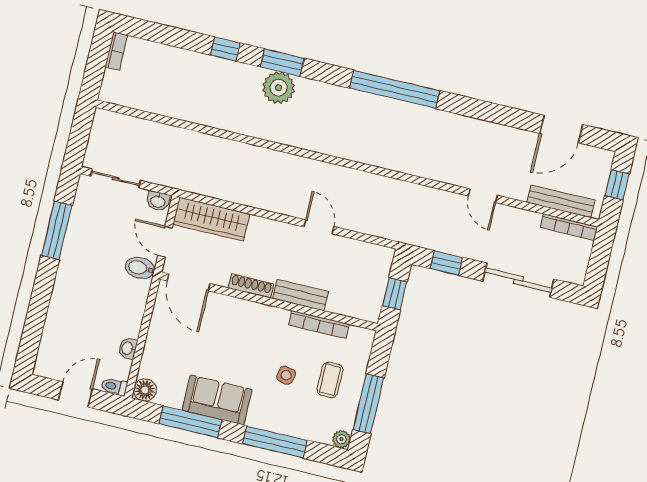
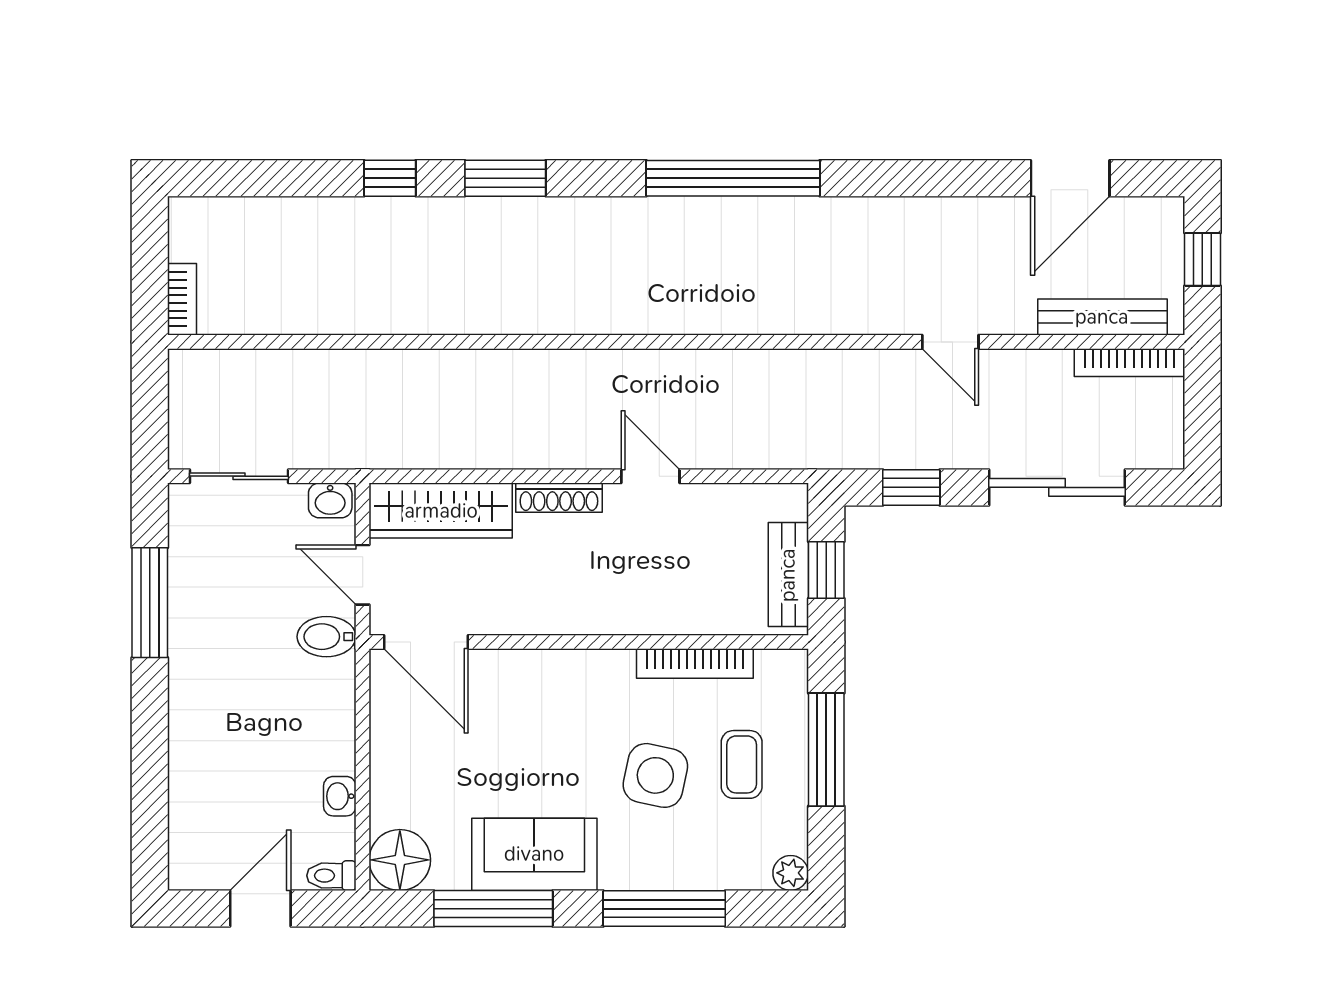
bookcase: (116, 51) -> (182, 299), moved
plant: (279, 88) -> (510, 228), removed
shoe rack: (251, 286) -> (559, 498), moved, turned 180
bench: (300, 295) -> (788, 575), moved, turned 90
side table: (286, 375) -> (655, 775), width x1.87, depth x1.87
floor lamp: (145, 390) -> (400, 860), width x1.38, depth x1.38
window: (368, 404) -> (826, 750), moved

